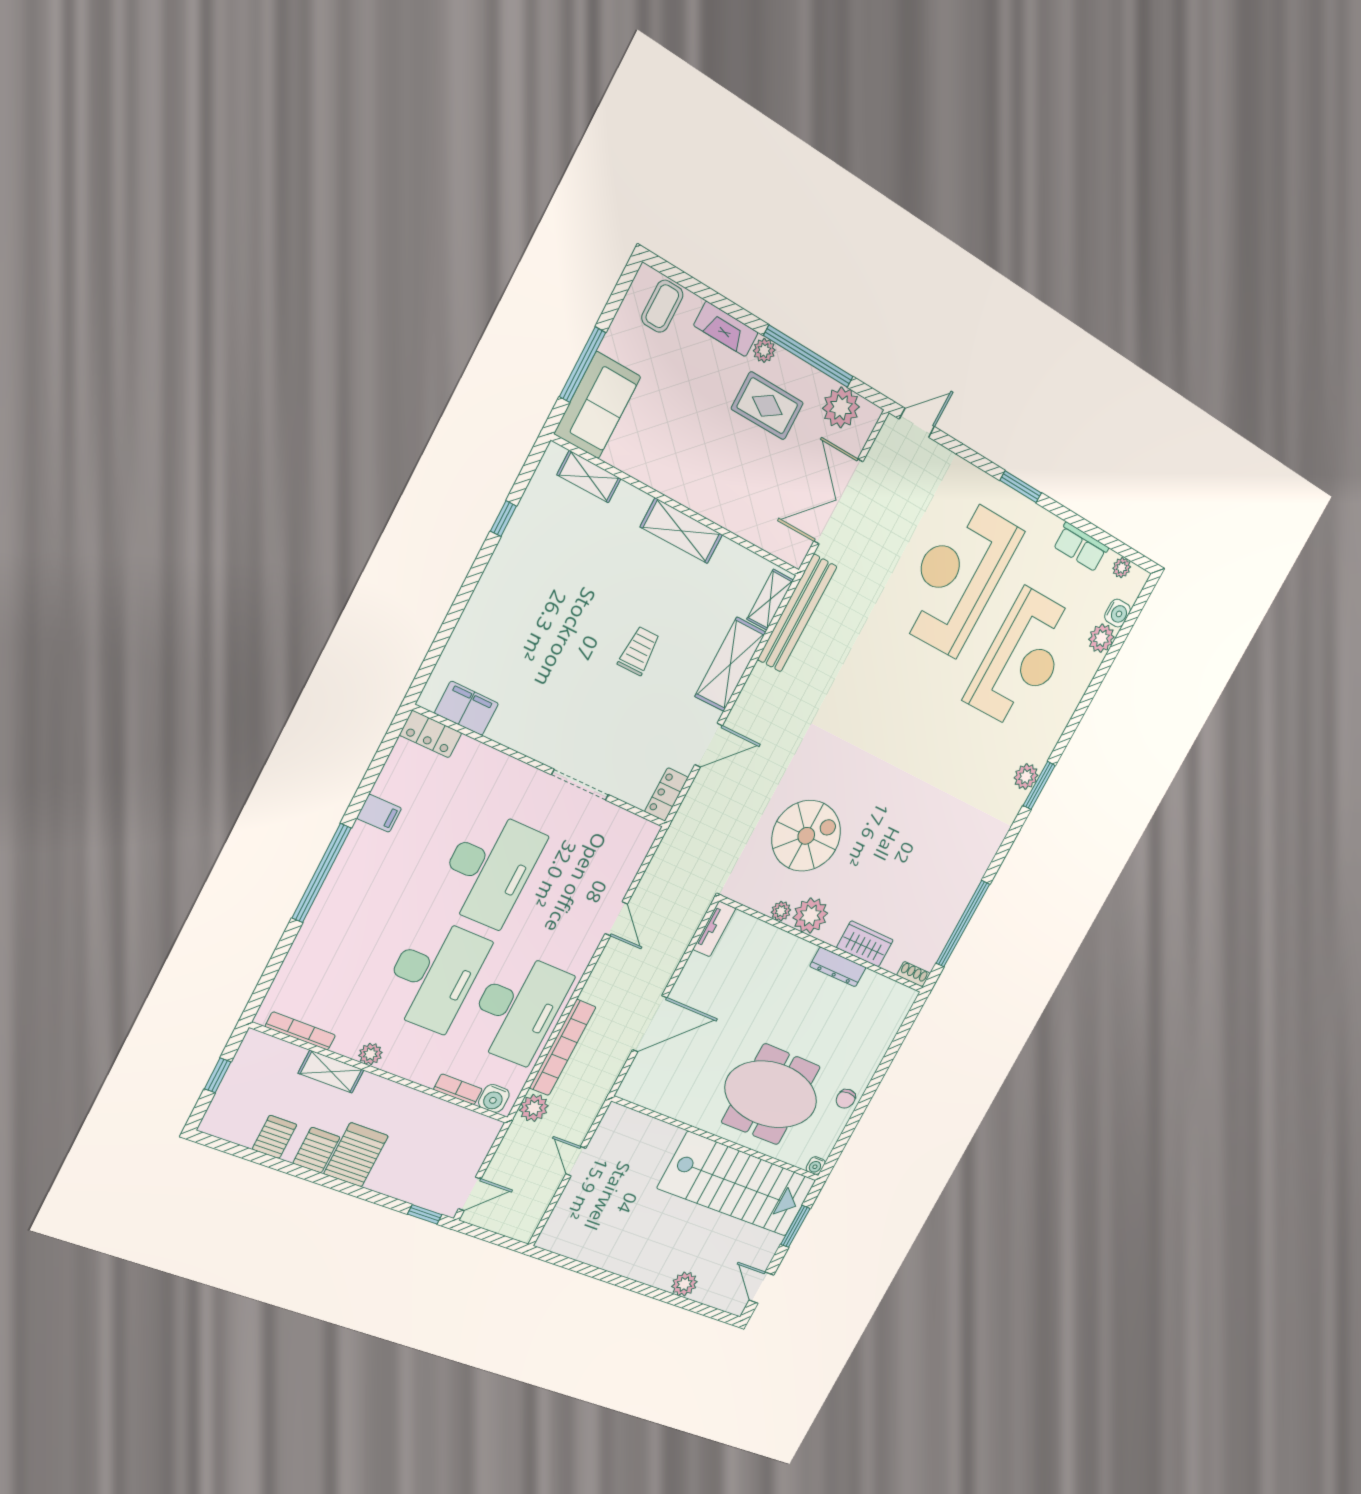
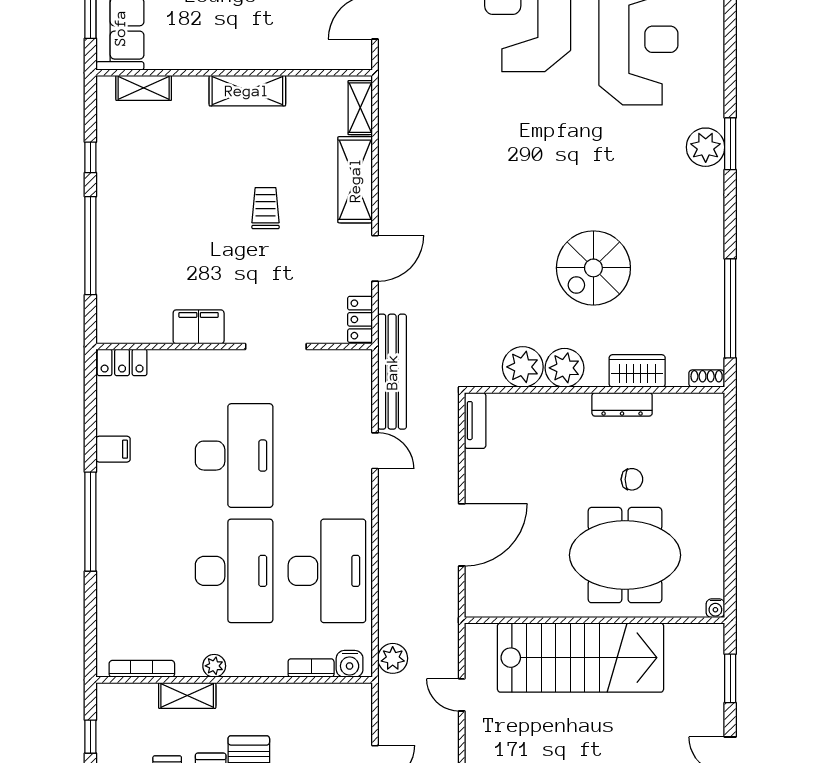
window: (459, 606) -> (90, 246), added
bench: (797, 613) -> (392, 372), moved
filing cabinet: (466, 708) -> (199, 327), moved
plant: (1026, 777) -> (706, 147), width x1.36, depth x1.36
spiral stairs: (806, 836) -> (593, 268), moved, turned 180
plant: (781, 911) -> (523, 367), width x1.88, depth x1.88
bookcase: (563, 1047) -> (389, 591), removed
chair: (846, 1099) -> (632, 479), moved, turned -90
stairs: (737, 1184) -> (581, 658), moved

